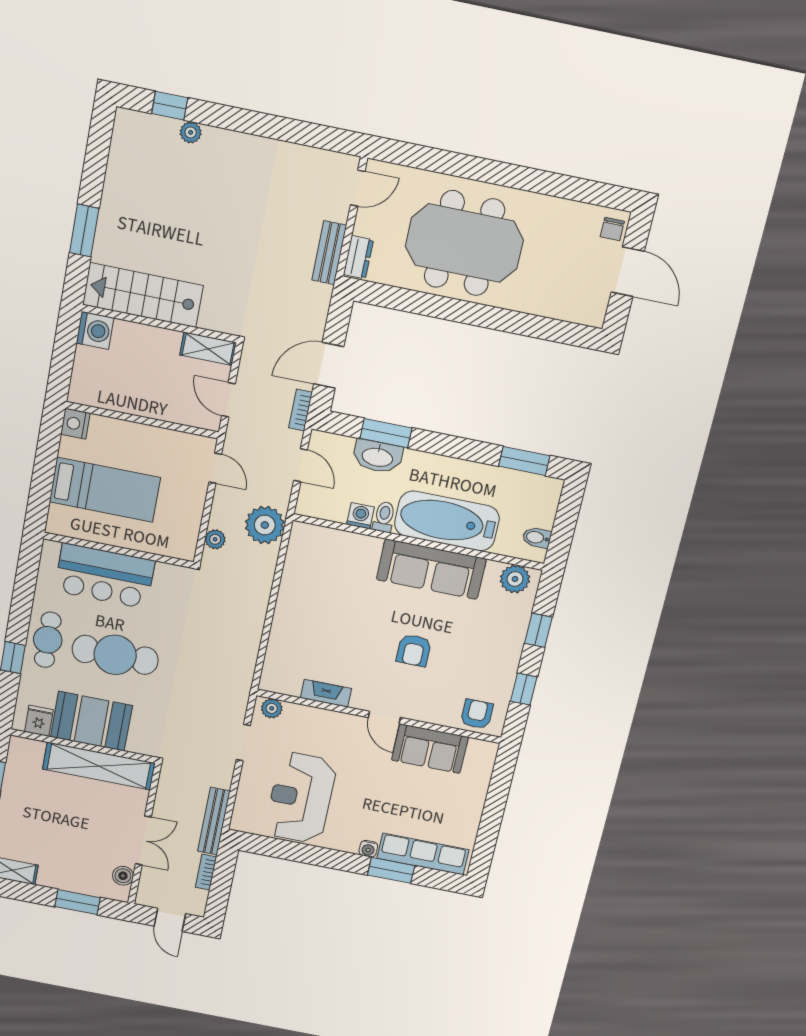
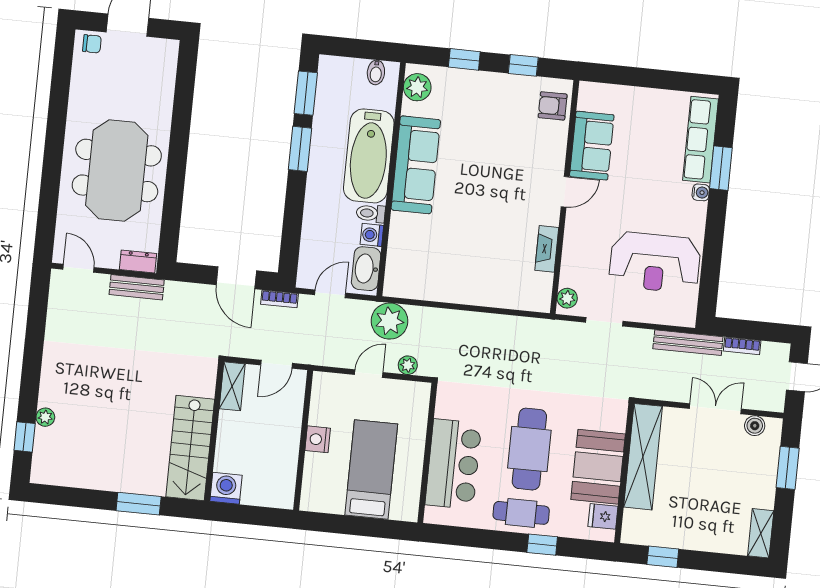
nightstand: (75, 424) -> (318, 439), moved, turned 90
window: (386, 433) -> (300, 149), moved
washbasin: (378, 456) -> (366, 269), moved, turned 180
door: (215, 468) -> (369, 374), moved
armchair: (414, 650) -> (496, 172), removed

